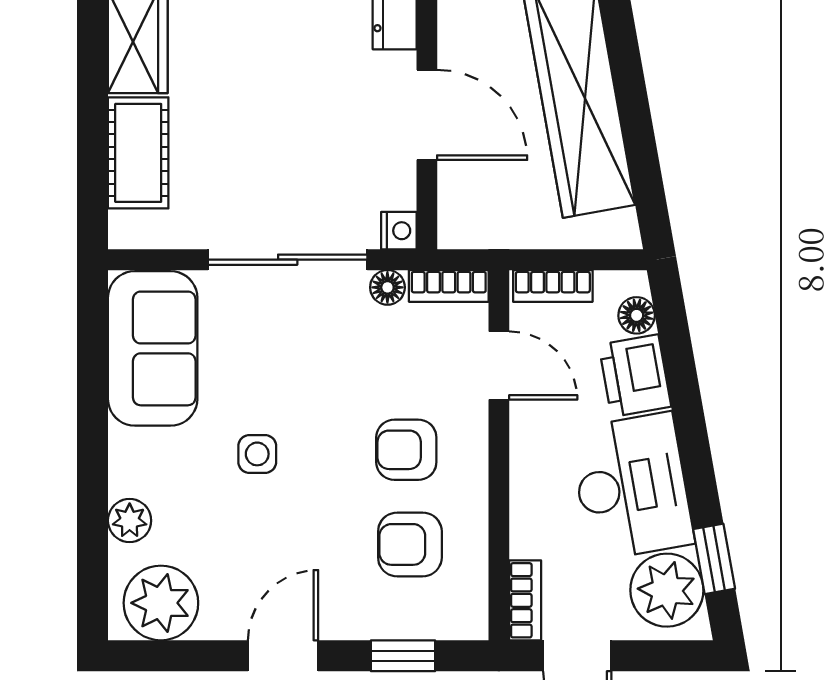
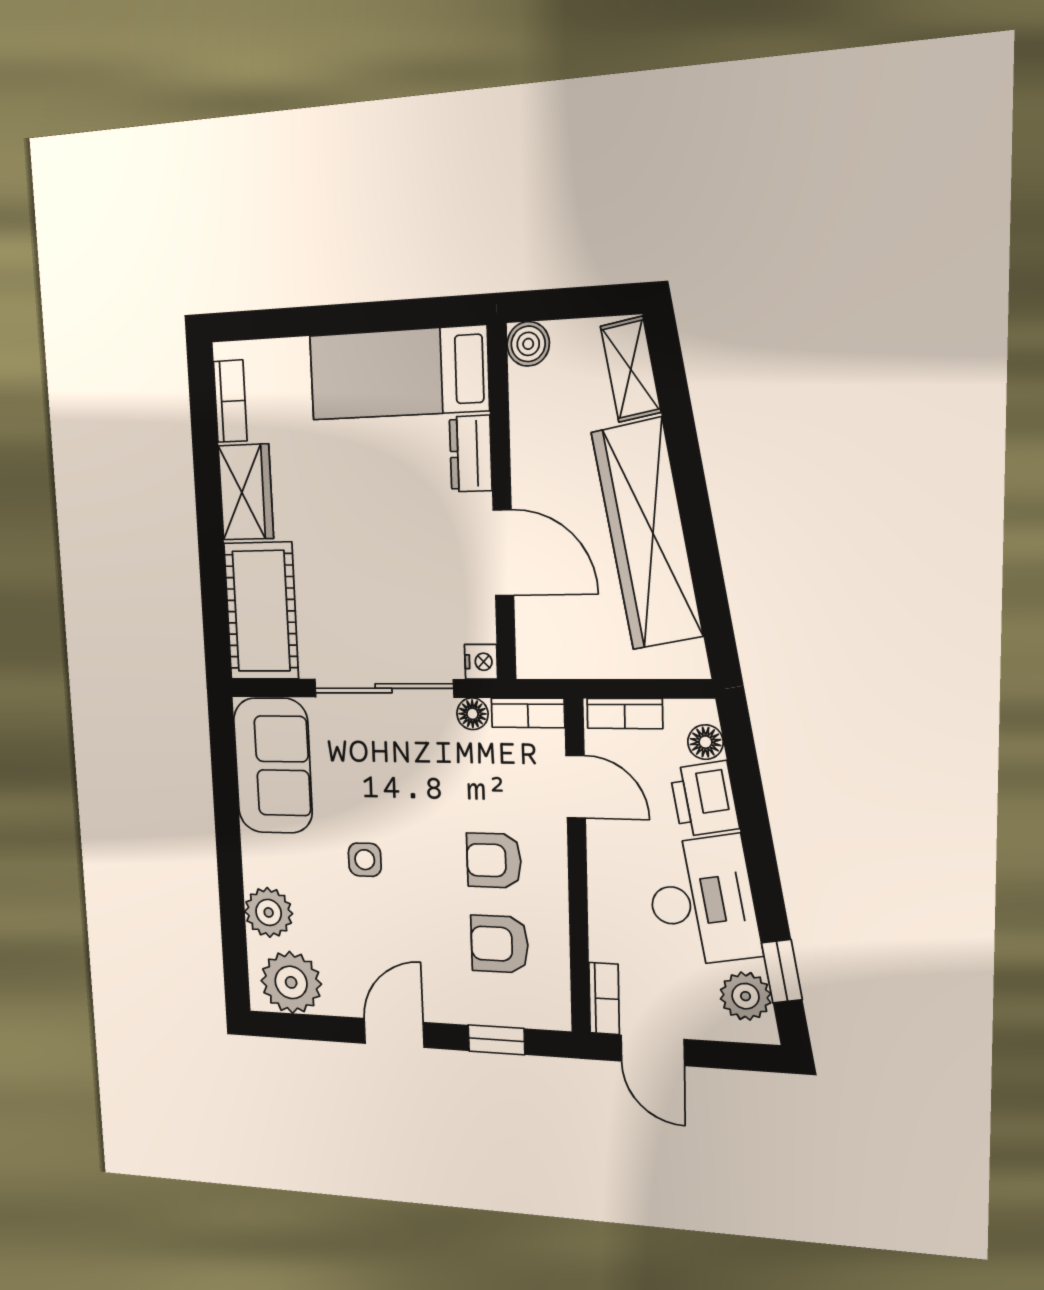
cot: (138, 153) -> (261, 611), width x1.37, depth x1.34
plant: (130, 521) -> (269, 912), width x1.38, depth x1.38
plant: (667, 590) -> (746, 996), width x0.73, depth x0.73

